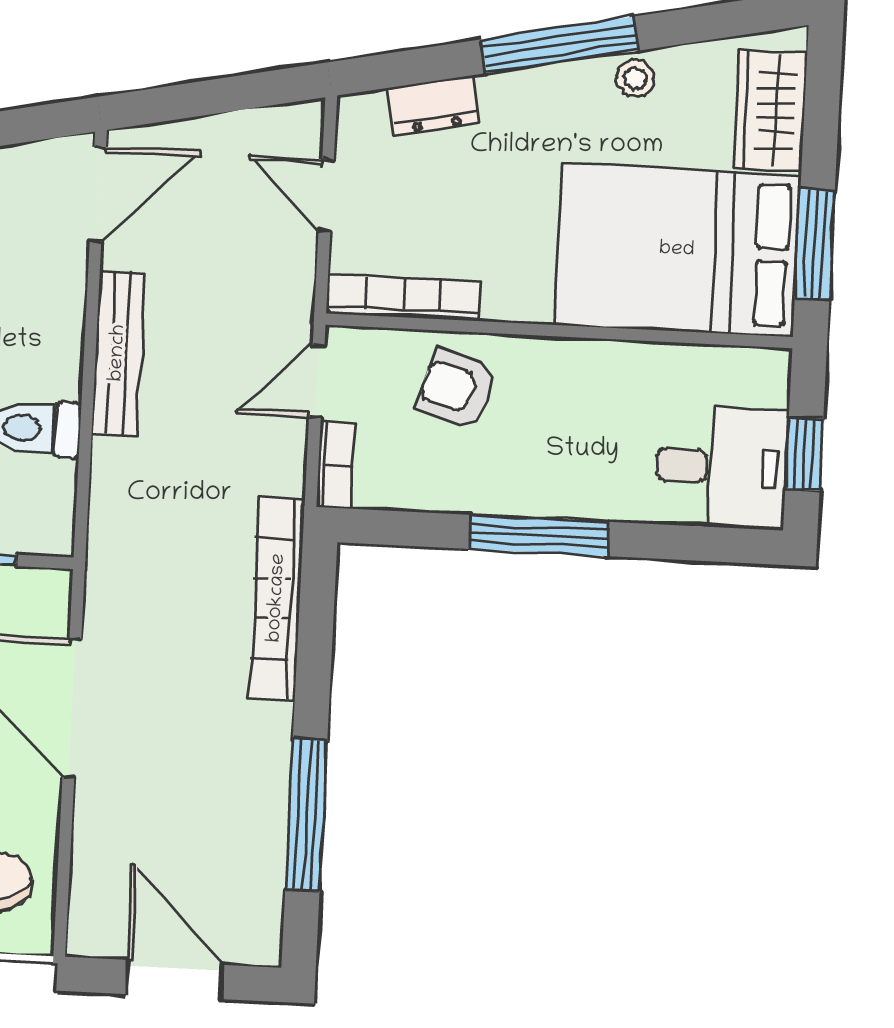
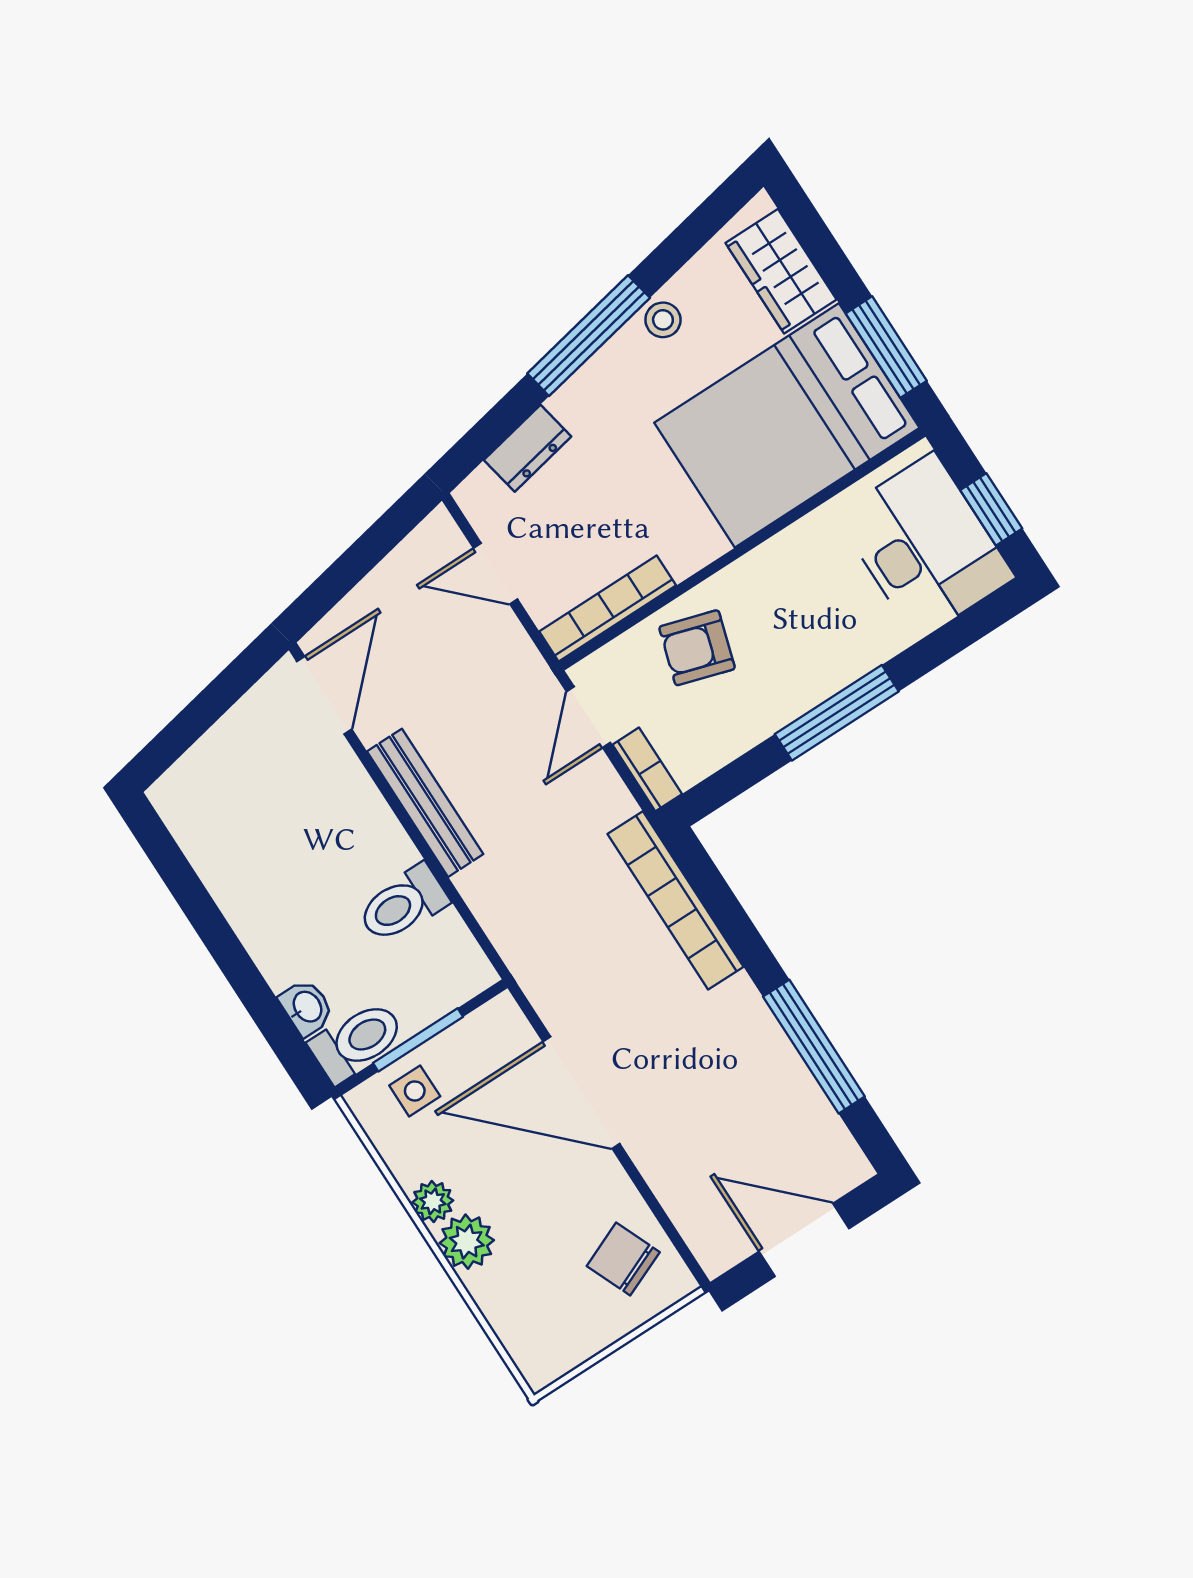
desk: (721, 467) -> (925, 546), width x1.37

